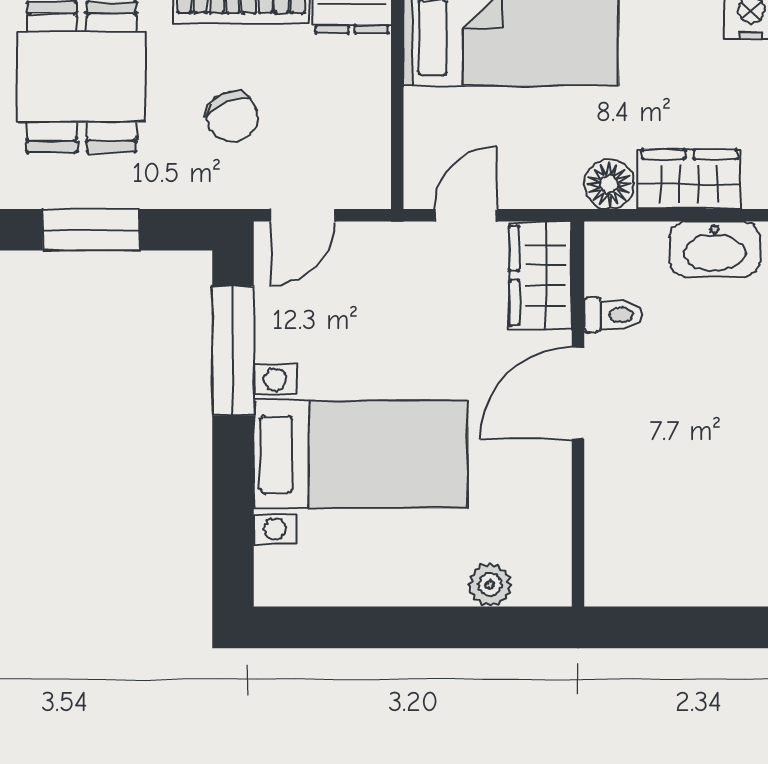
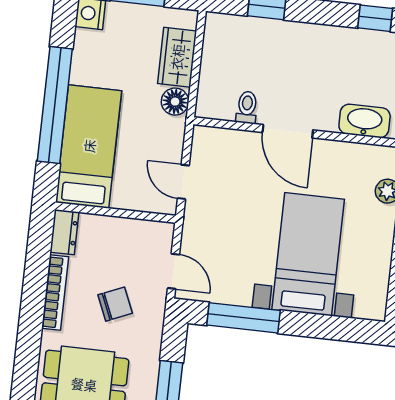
washbasin: (715, 249) -> (365, 121), moved, turned -90
wardrobe: (541, 275) -> (221, 145), removed

